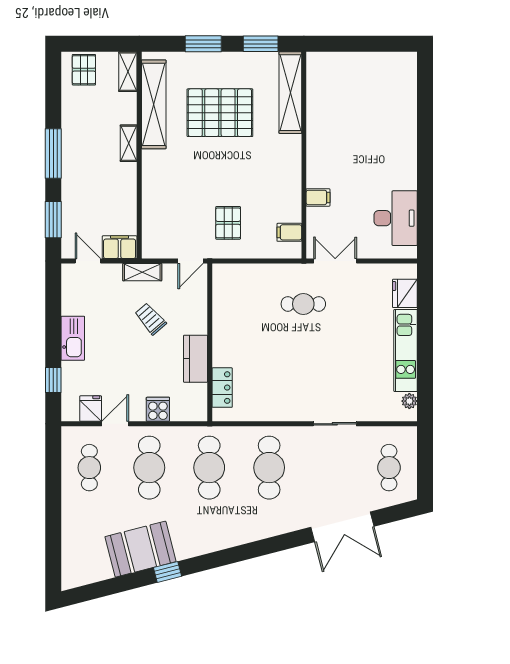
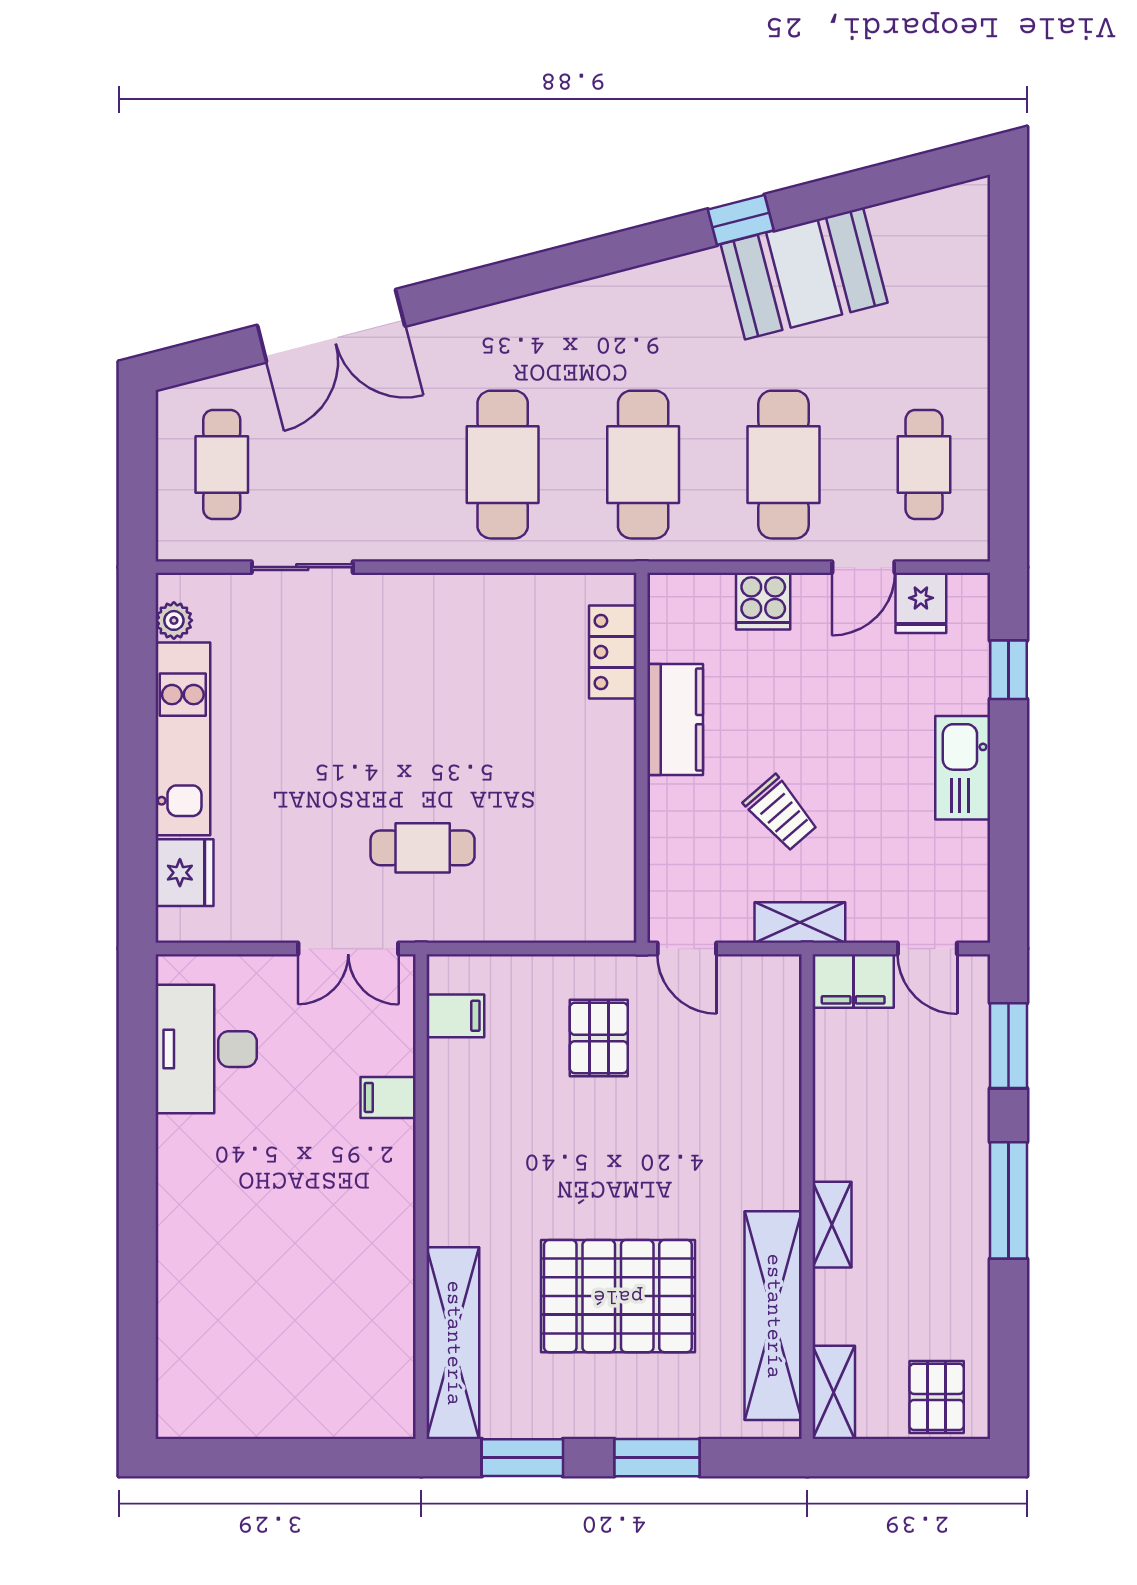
door: (191, 261) -> (687, 948), swing flipped
sliding door: (335, 424) -> (302, 567), moved
double door: (342, 527) -> (331, 326), swing flipped

